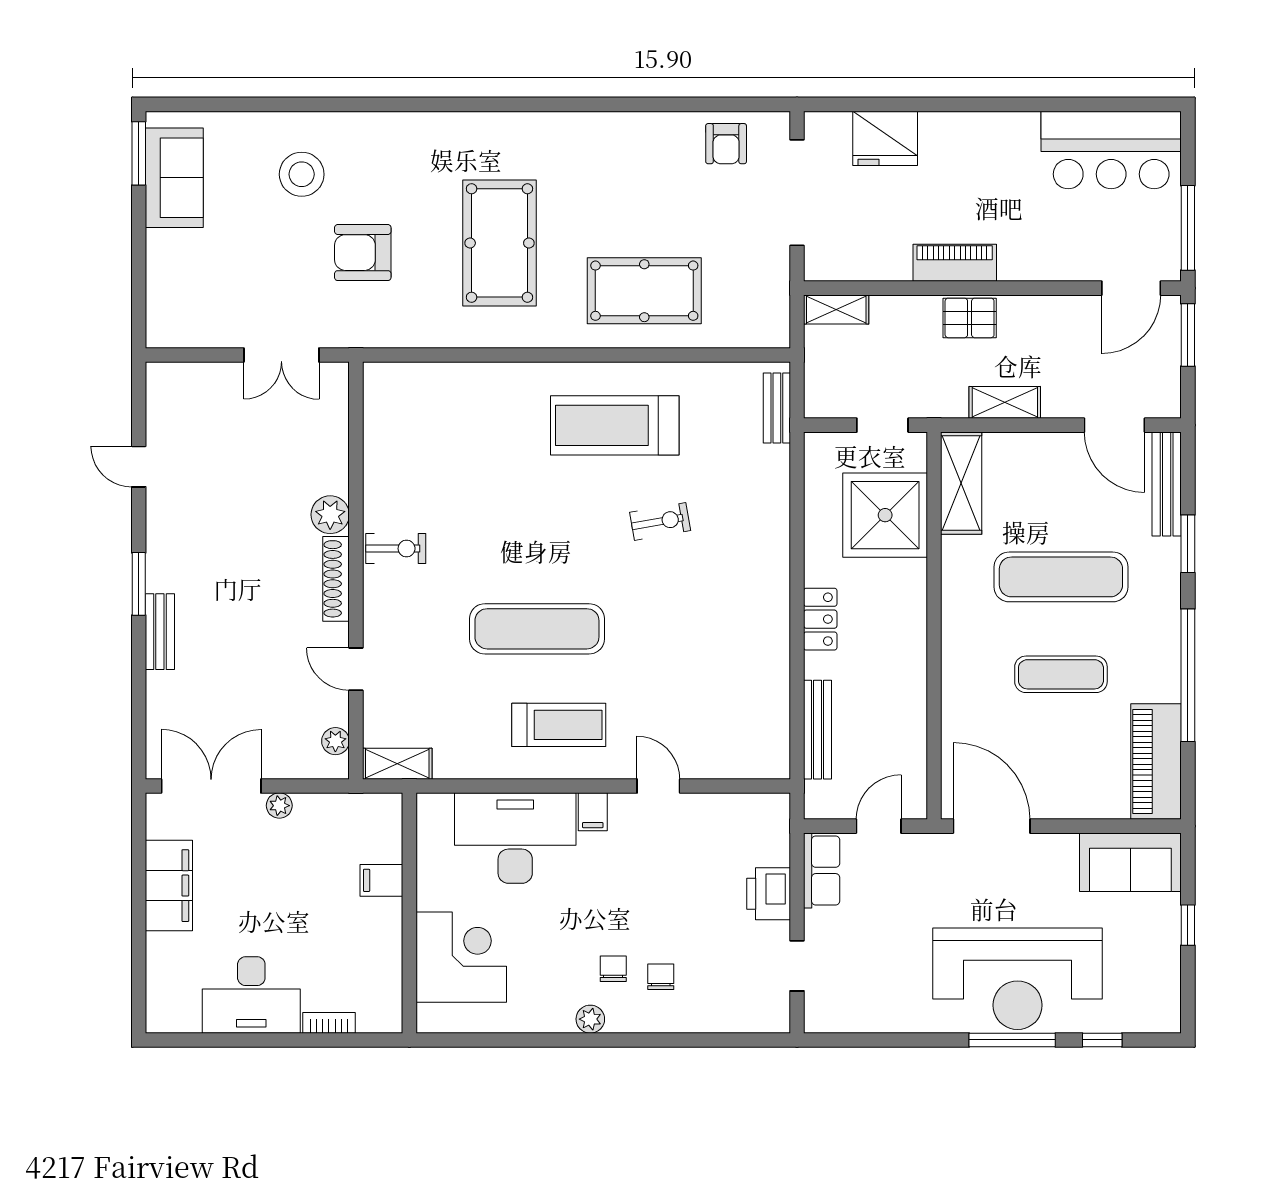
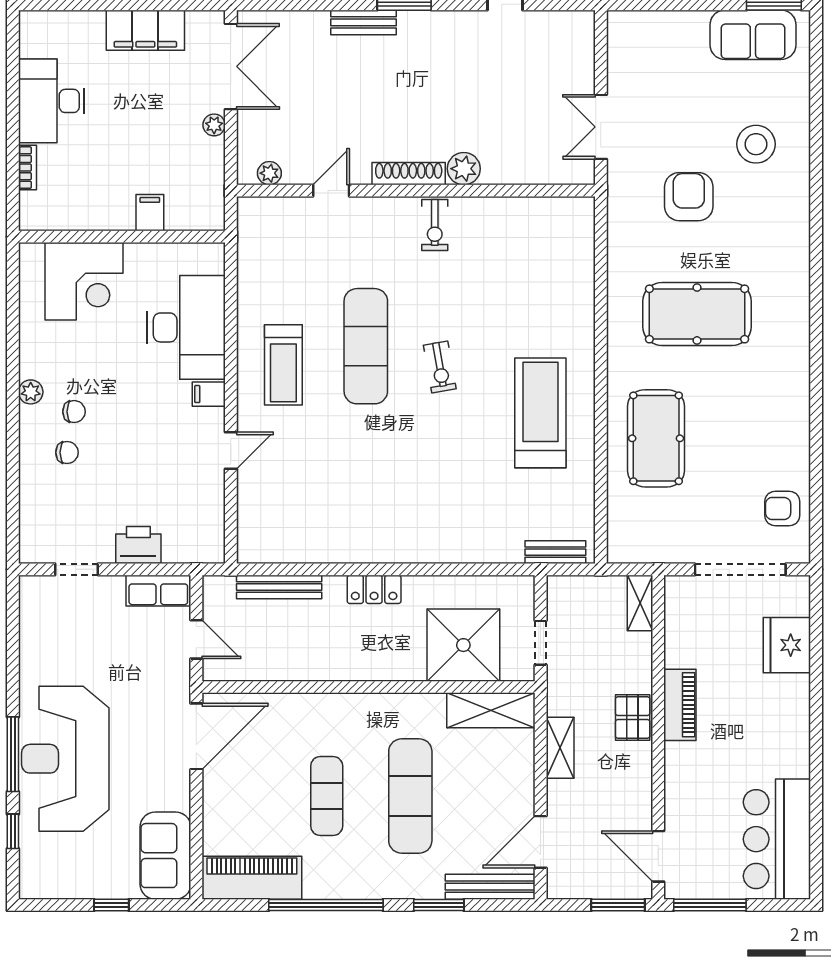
exercise bike: (660, 521) -> (440, 367), moved
shelving: (397, 764) -> (250, 226), removed

